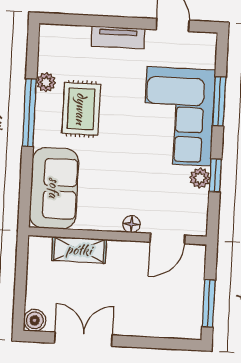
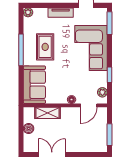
plant: (46, 82) -> (28, 12), moved
window: (219, 101) -> (110, 23), moved
plant: (200, 178) -> (102, 92), moved
boiler: (35, 320) -> (29, 128), moved

